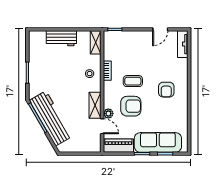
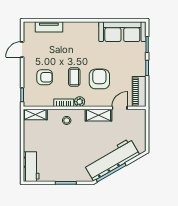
door: (160, 29) -> (22, 49), swing flipped
workbench: (61, 38) -> (31, 167), moved
tv unit: (183, 44) -> (49, 27), moved
armchair: (166, 90) -> (45, 77), moved
plant: (108, 113) -> (80, 102), moved
sofa: (158, 142) -> (122, 32), moved, turned -90

